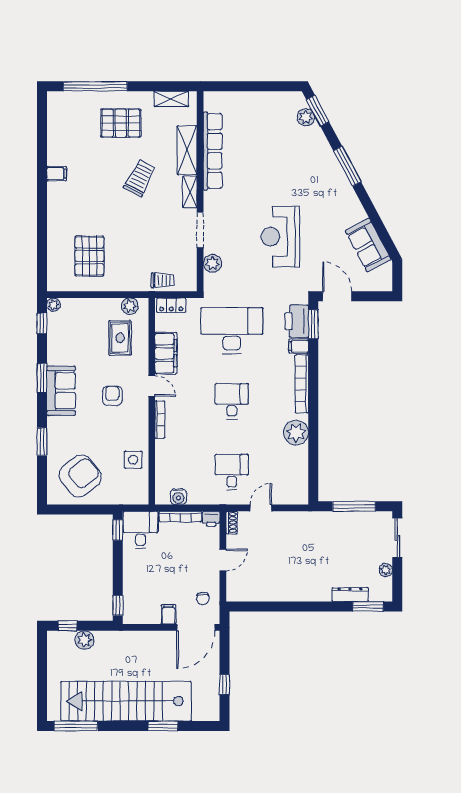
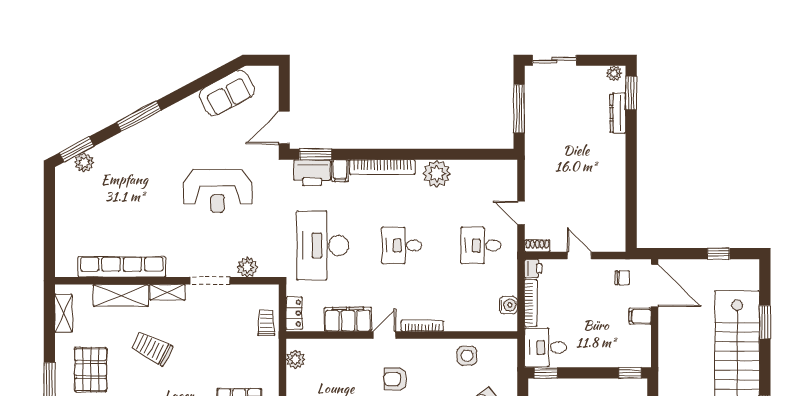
rug: (120, 338) -> (331, 370), removed
plant: (386, 570) -> (614, 73), moved

